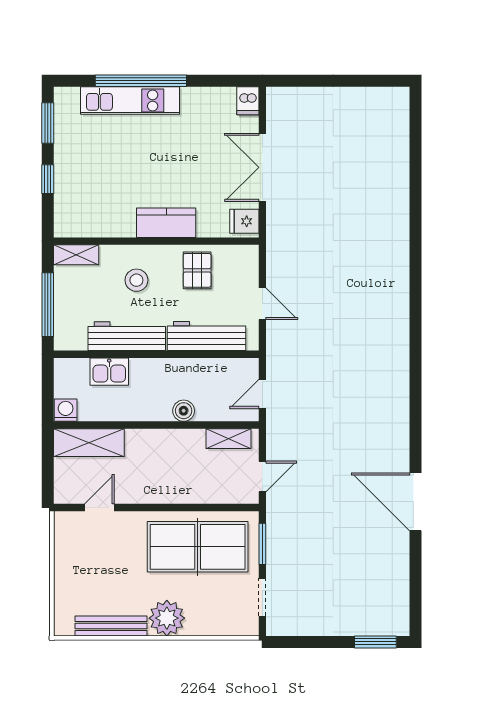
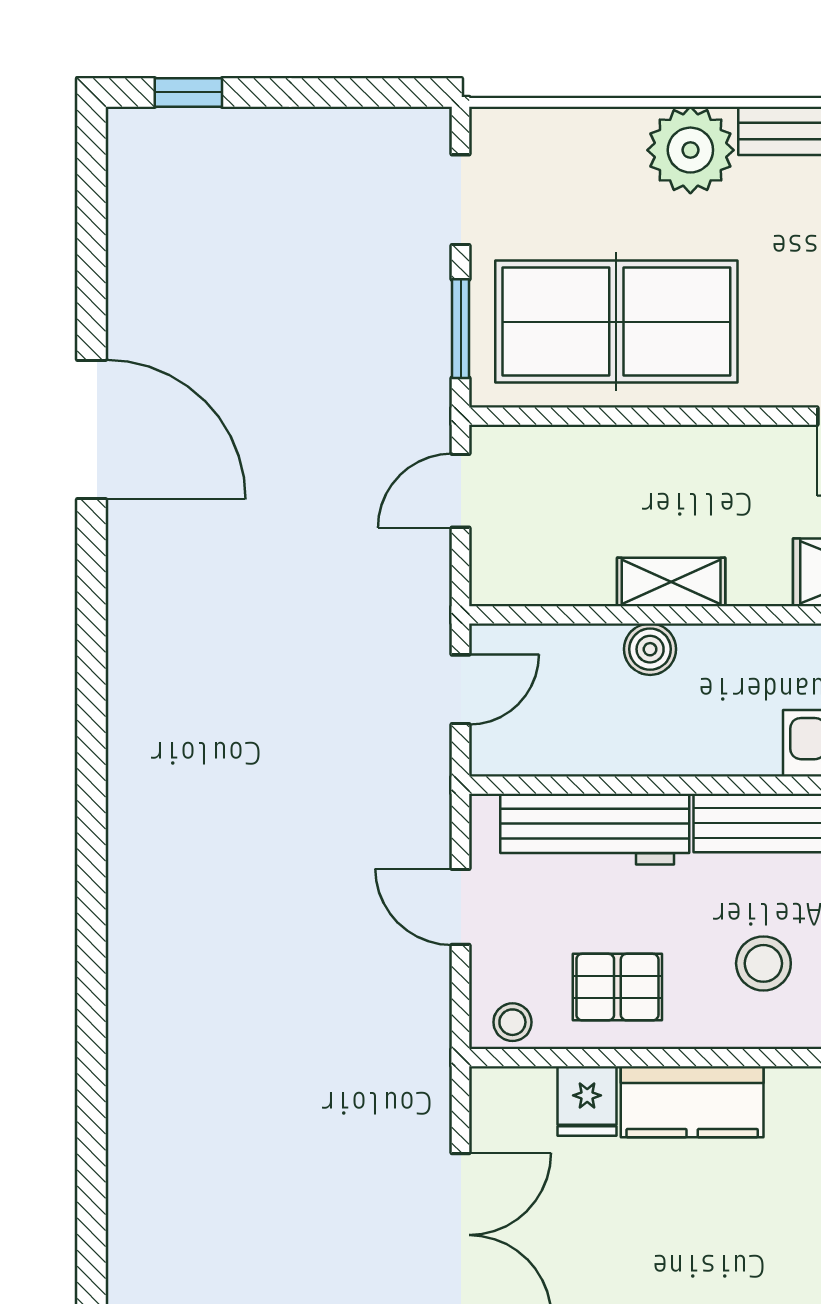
fridge: (244, 221) -> (587, 1101), moved, turned 90
stool: (241, 256) -> (512, 1022), added
pallet: (197, 270) -> (617, 987), turned 90
shelving: (228, 439) -> (671, 582), moved
window: (375, 642) -> (188, 92), width x0.67

